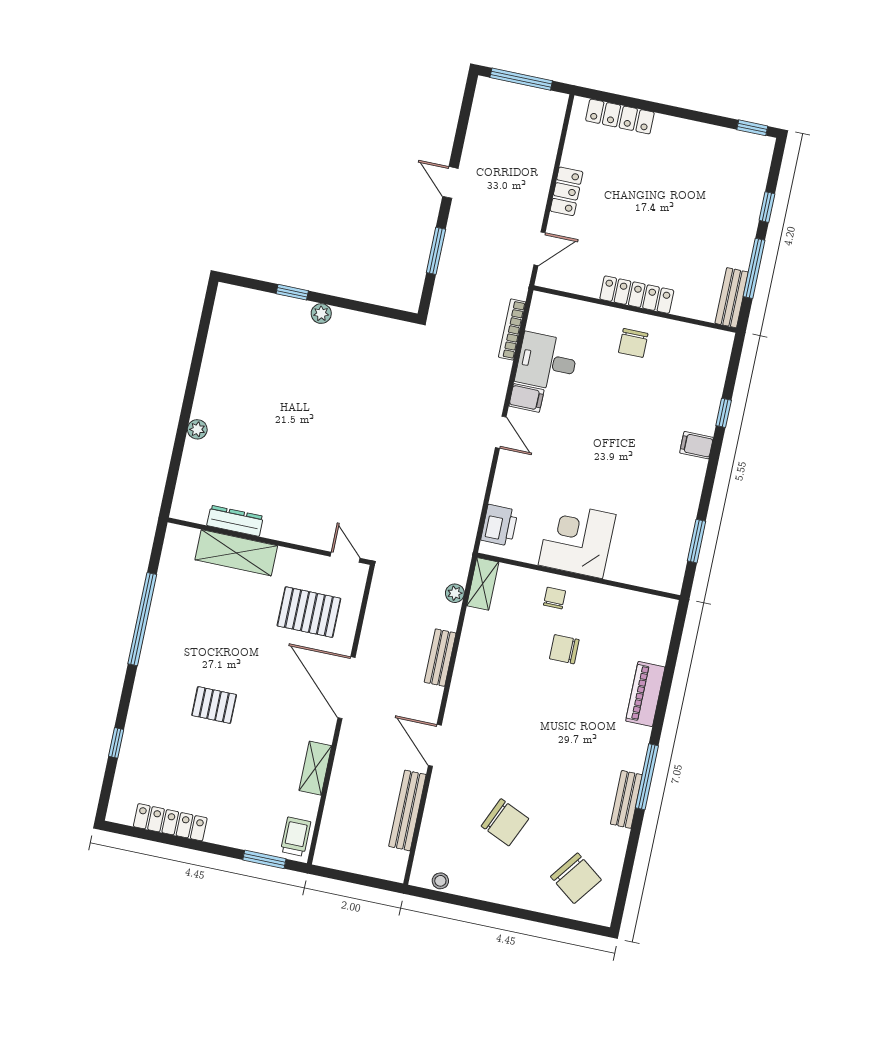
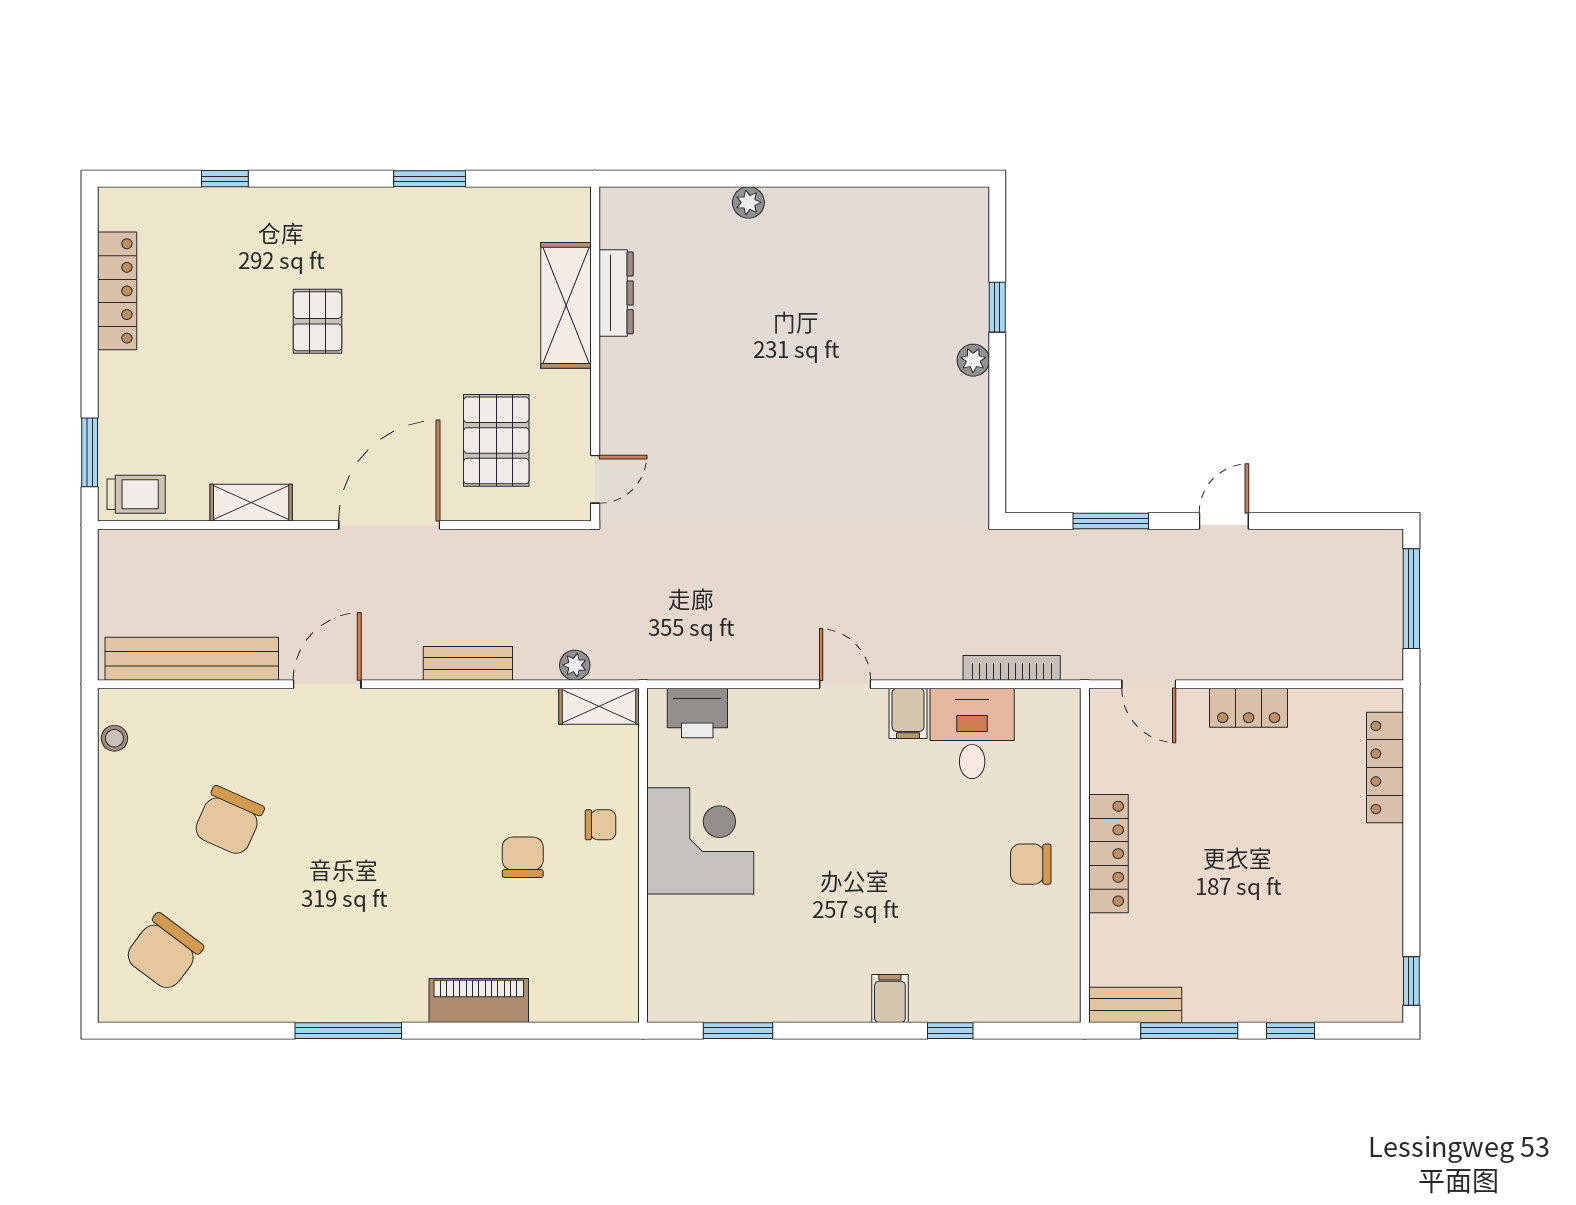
door: (501, 432) -> (845, 684), swing flipped
window: (142, 619) -> (430, 179), width x0.47
bench: (626, 799) -> (305, 1006), removed
bench: (407, 810) -> (192, 659), width x1.37, depth x1.21

